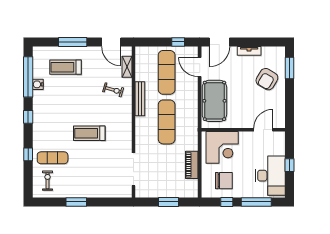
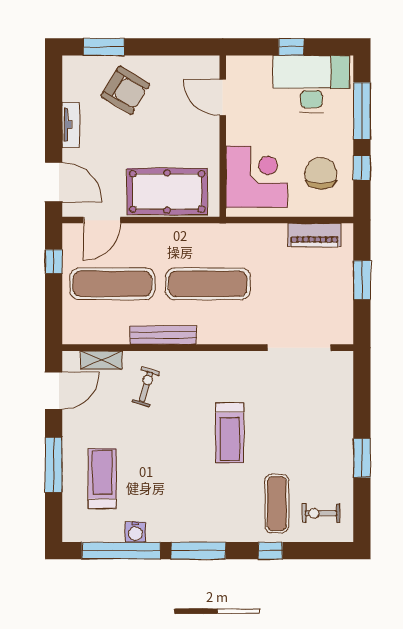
treadmill: (66, 67) -> (102, 479), turned 180
window: (28, 117) -> (198, 551), width x2.17
piano: (192, 165) -> (315, 235), moved

